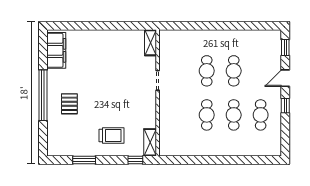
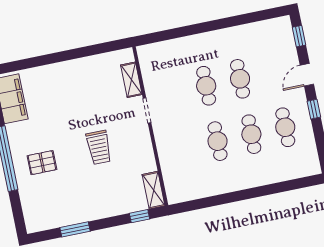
shelving: (151, 43) -> (131, 80), moved
pallet: (69, 104) -> (42, 163), turned 90
trolley: (112, 136) -> (99, 147), moved, turned 90

